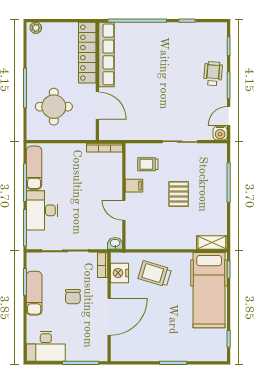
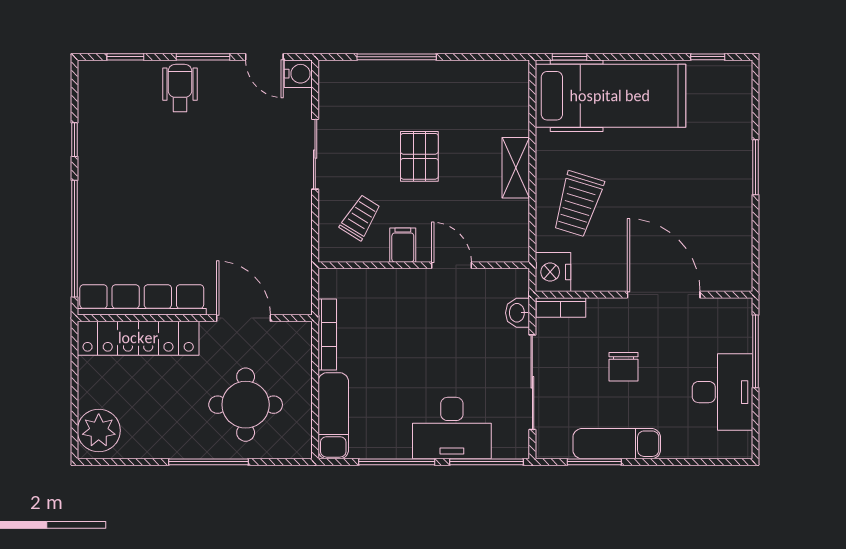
plant: (36, 28) -> (99, 430), width x1.88, depth x1.88
wheelchair: (213, 74) -> (180, 88), turned 85
door: (97, 106) -> (244, 318), hinge flipped
bookcase: (104, 148) -> (327, 335), moved
trolley: (148, 164) -> (360, 218), turned -148
exam couch: (34, 168) -> (333, 416), moved, turned 90
pallet: (179, 194) -> (419, 156), turned 90
door: (124, 210) -> (451, 265), swing flipped
shelving: (212, 242) -> (516, 168), moved
washbasin: (115, 243) -> (518, 313), moved
nightstand: (119, 273) -> (553, 272), moved, turned 90
chair: (73, 297) -> (624, 367), turned 90
desk: (46, 346) -> (722, 392), moved

